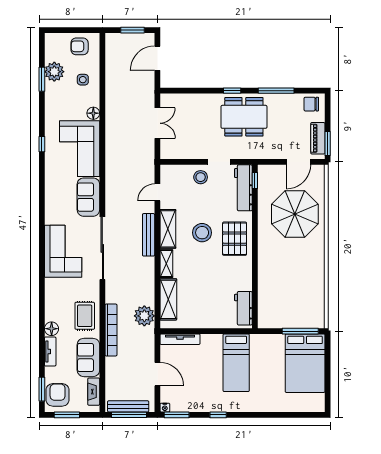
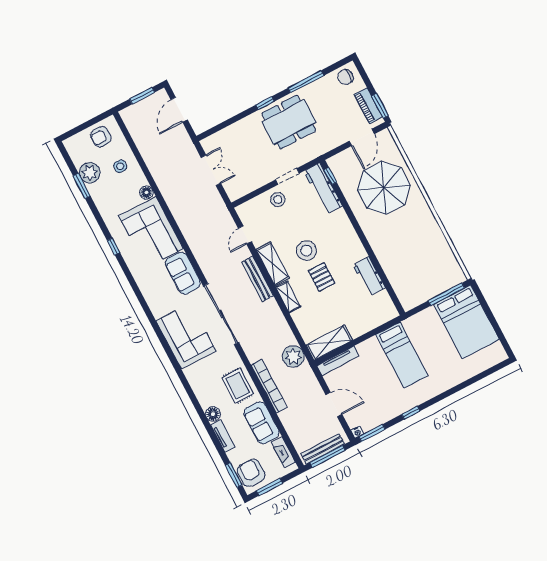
pallet: (235, 239) -> (322, 277), moved, width x0.67, depth x0.71
shelving: (168, 299) -> (329, 343), moved, turned 90
workbench: (243, 308) -> (369, 276), moved

